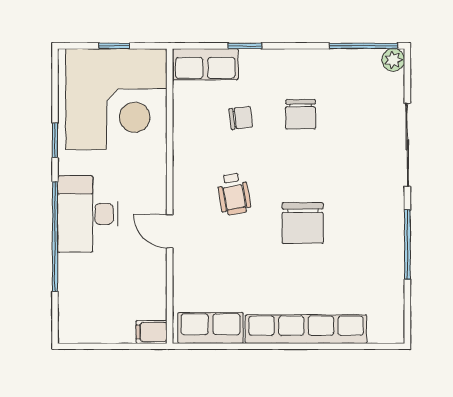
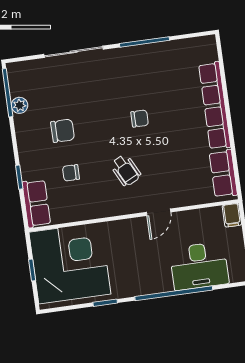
plant: (393, 60) -> (20, 105), moved
chair: (241, 118) -> (71, 173), turned -83
wheelchair: (234, 194) -> (126, 170), turned 73
desk: (88, 214) -> (199, 266), moved
chair: (303, 223) -> (140, 119), width x0.54, depth x0.54

